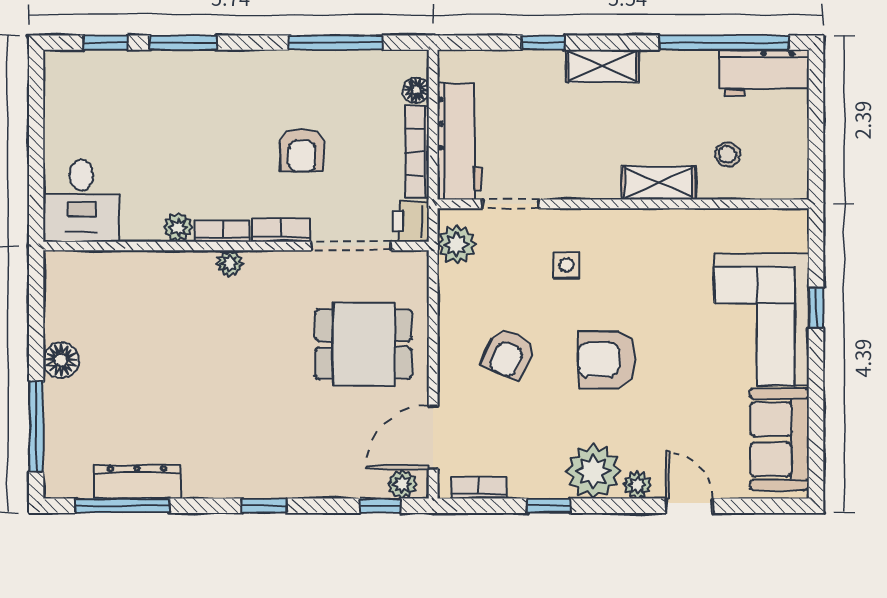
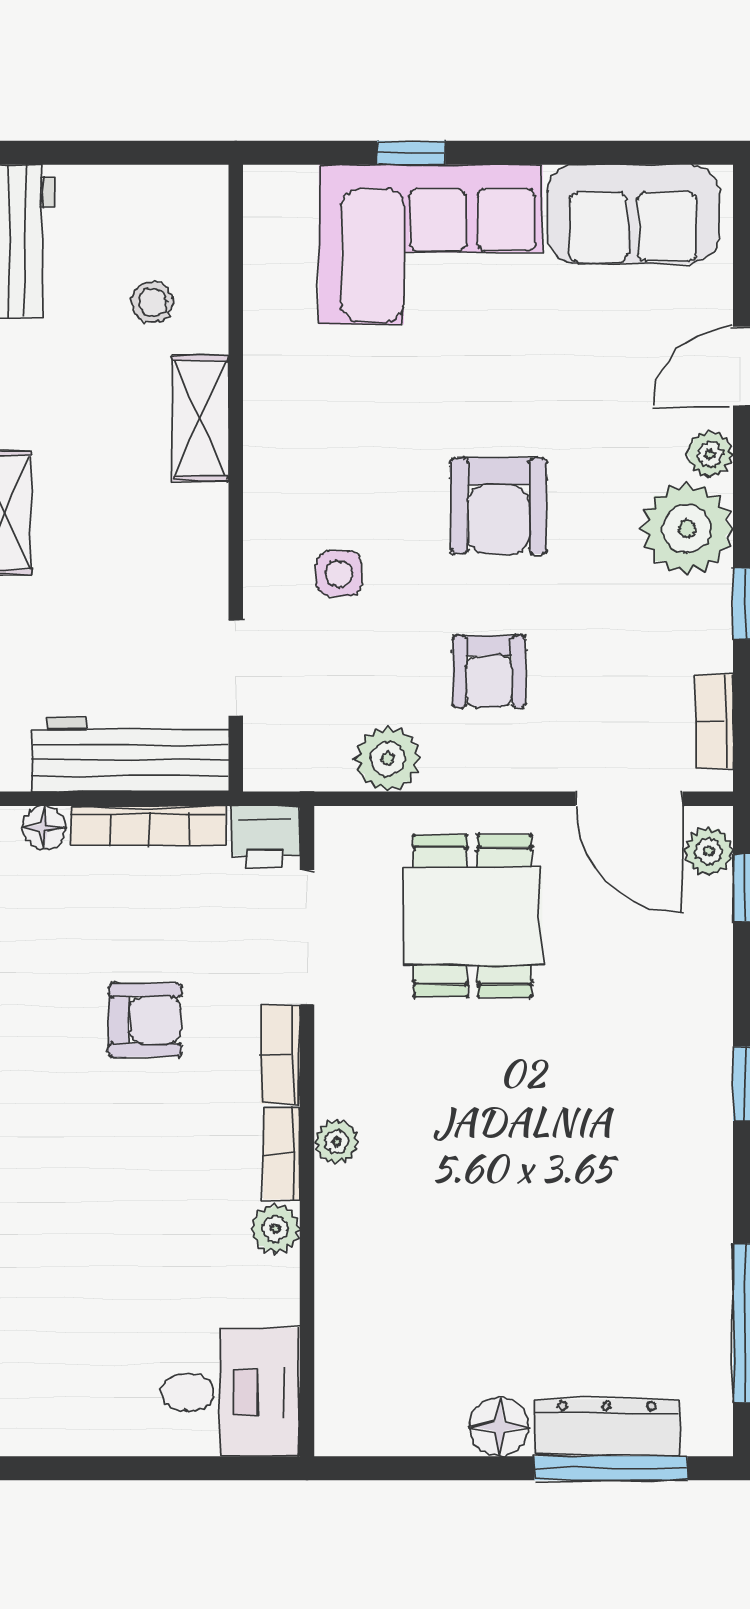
plant: (457, 244) -> (388, 759), moved
armchair: (509, 354) -> (489, 671), turned 65
dresser: (137, 482) -> (607, 1428), moved, turned 90

